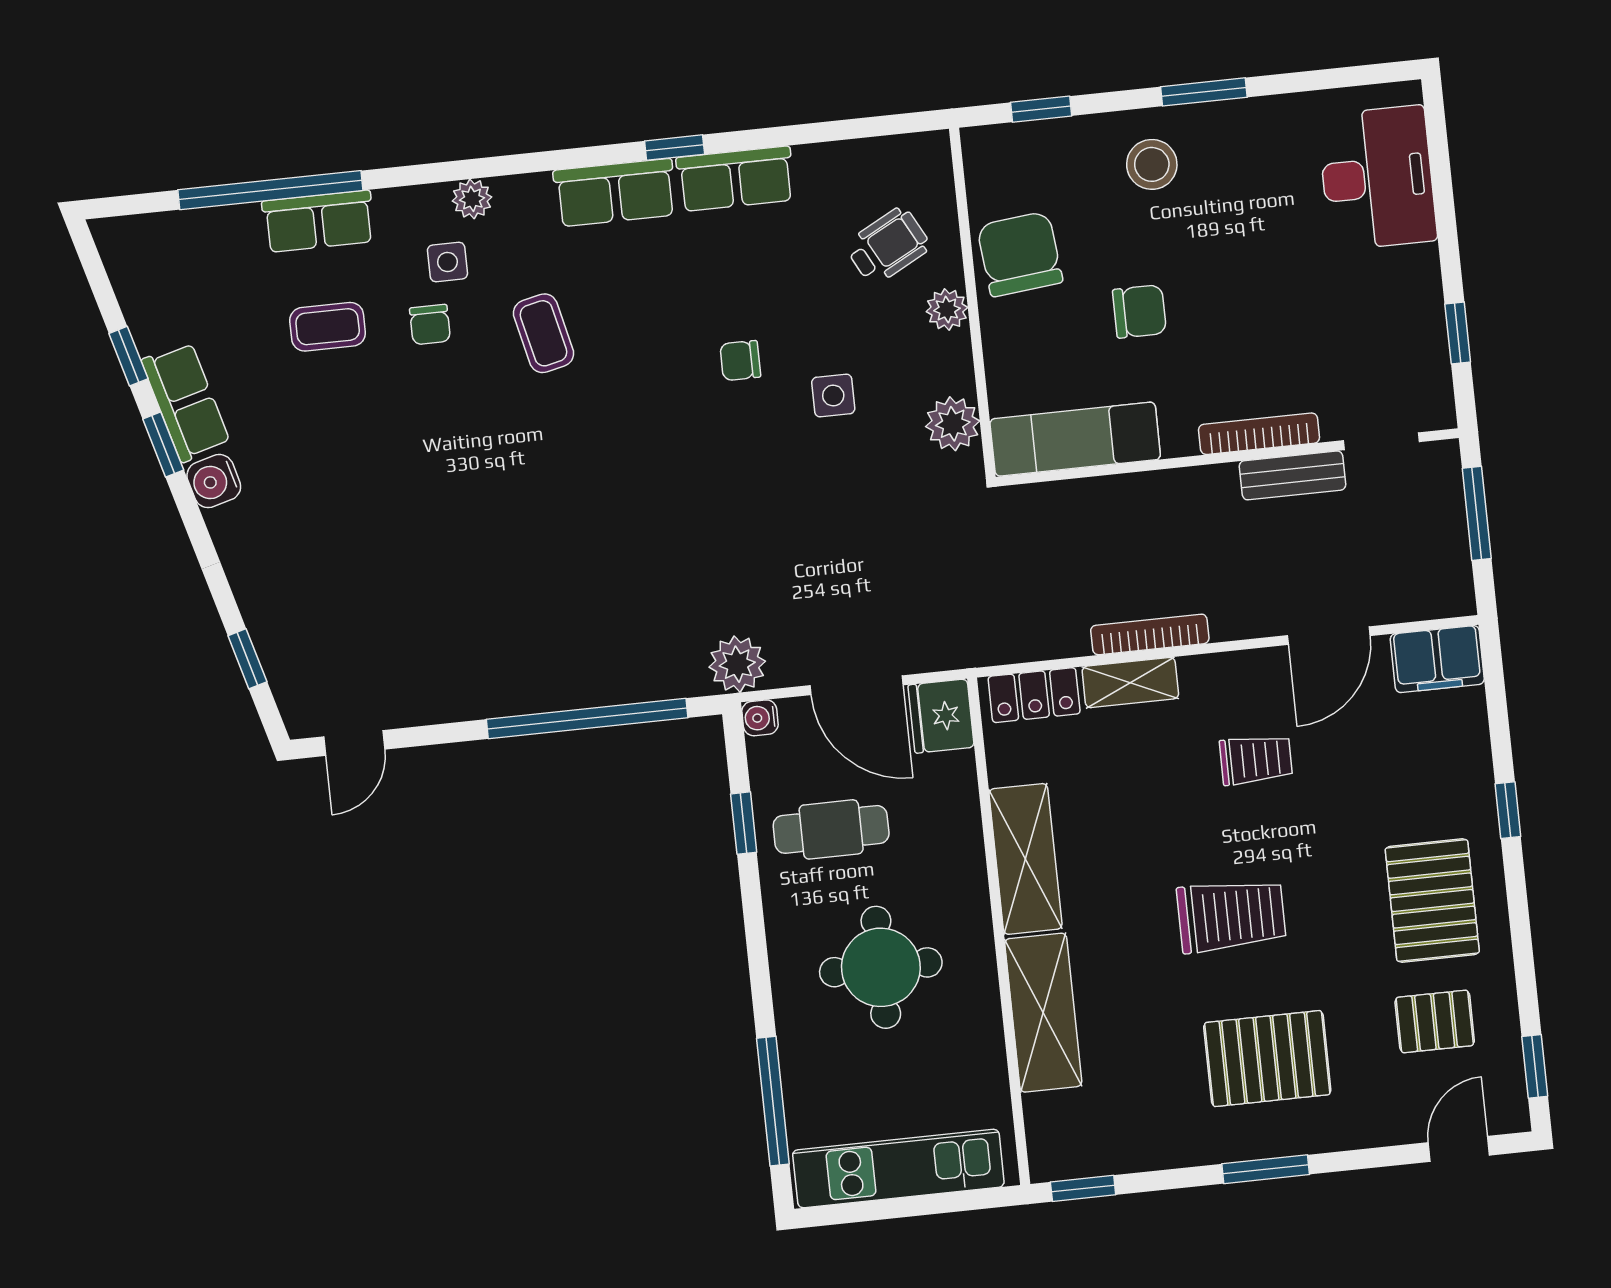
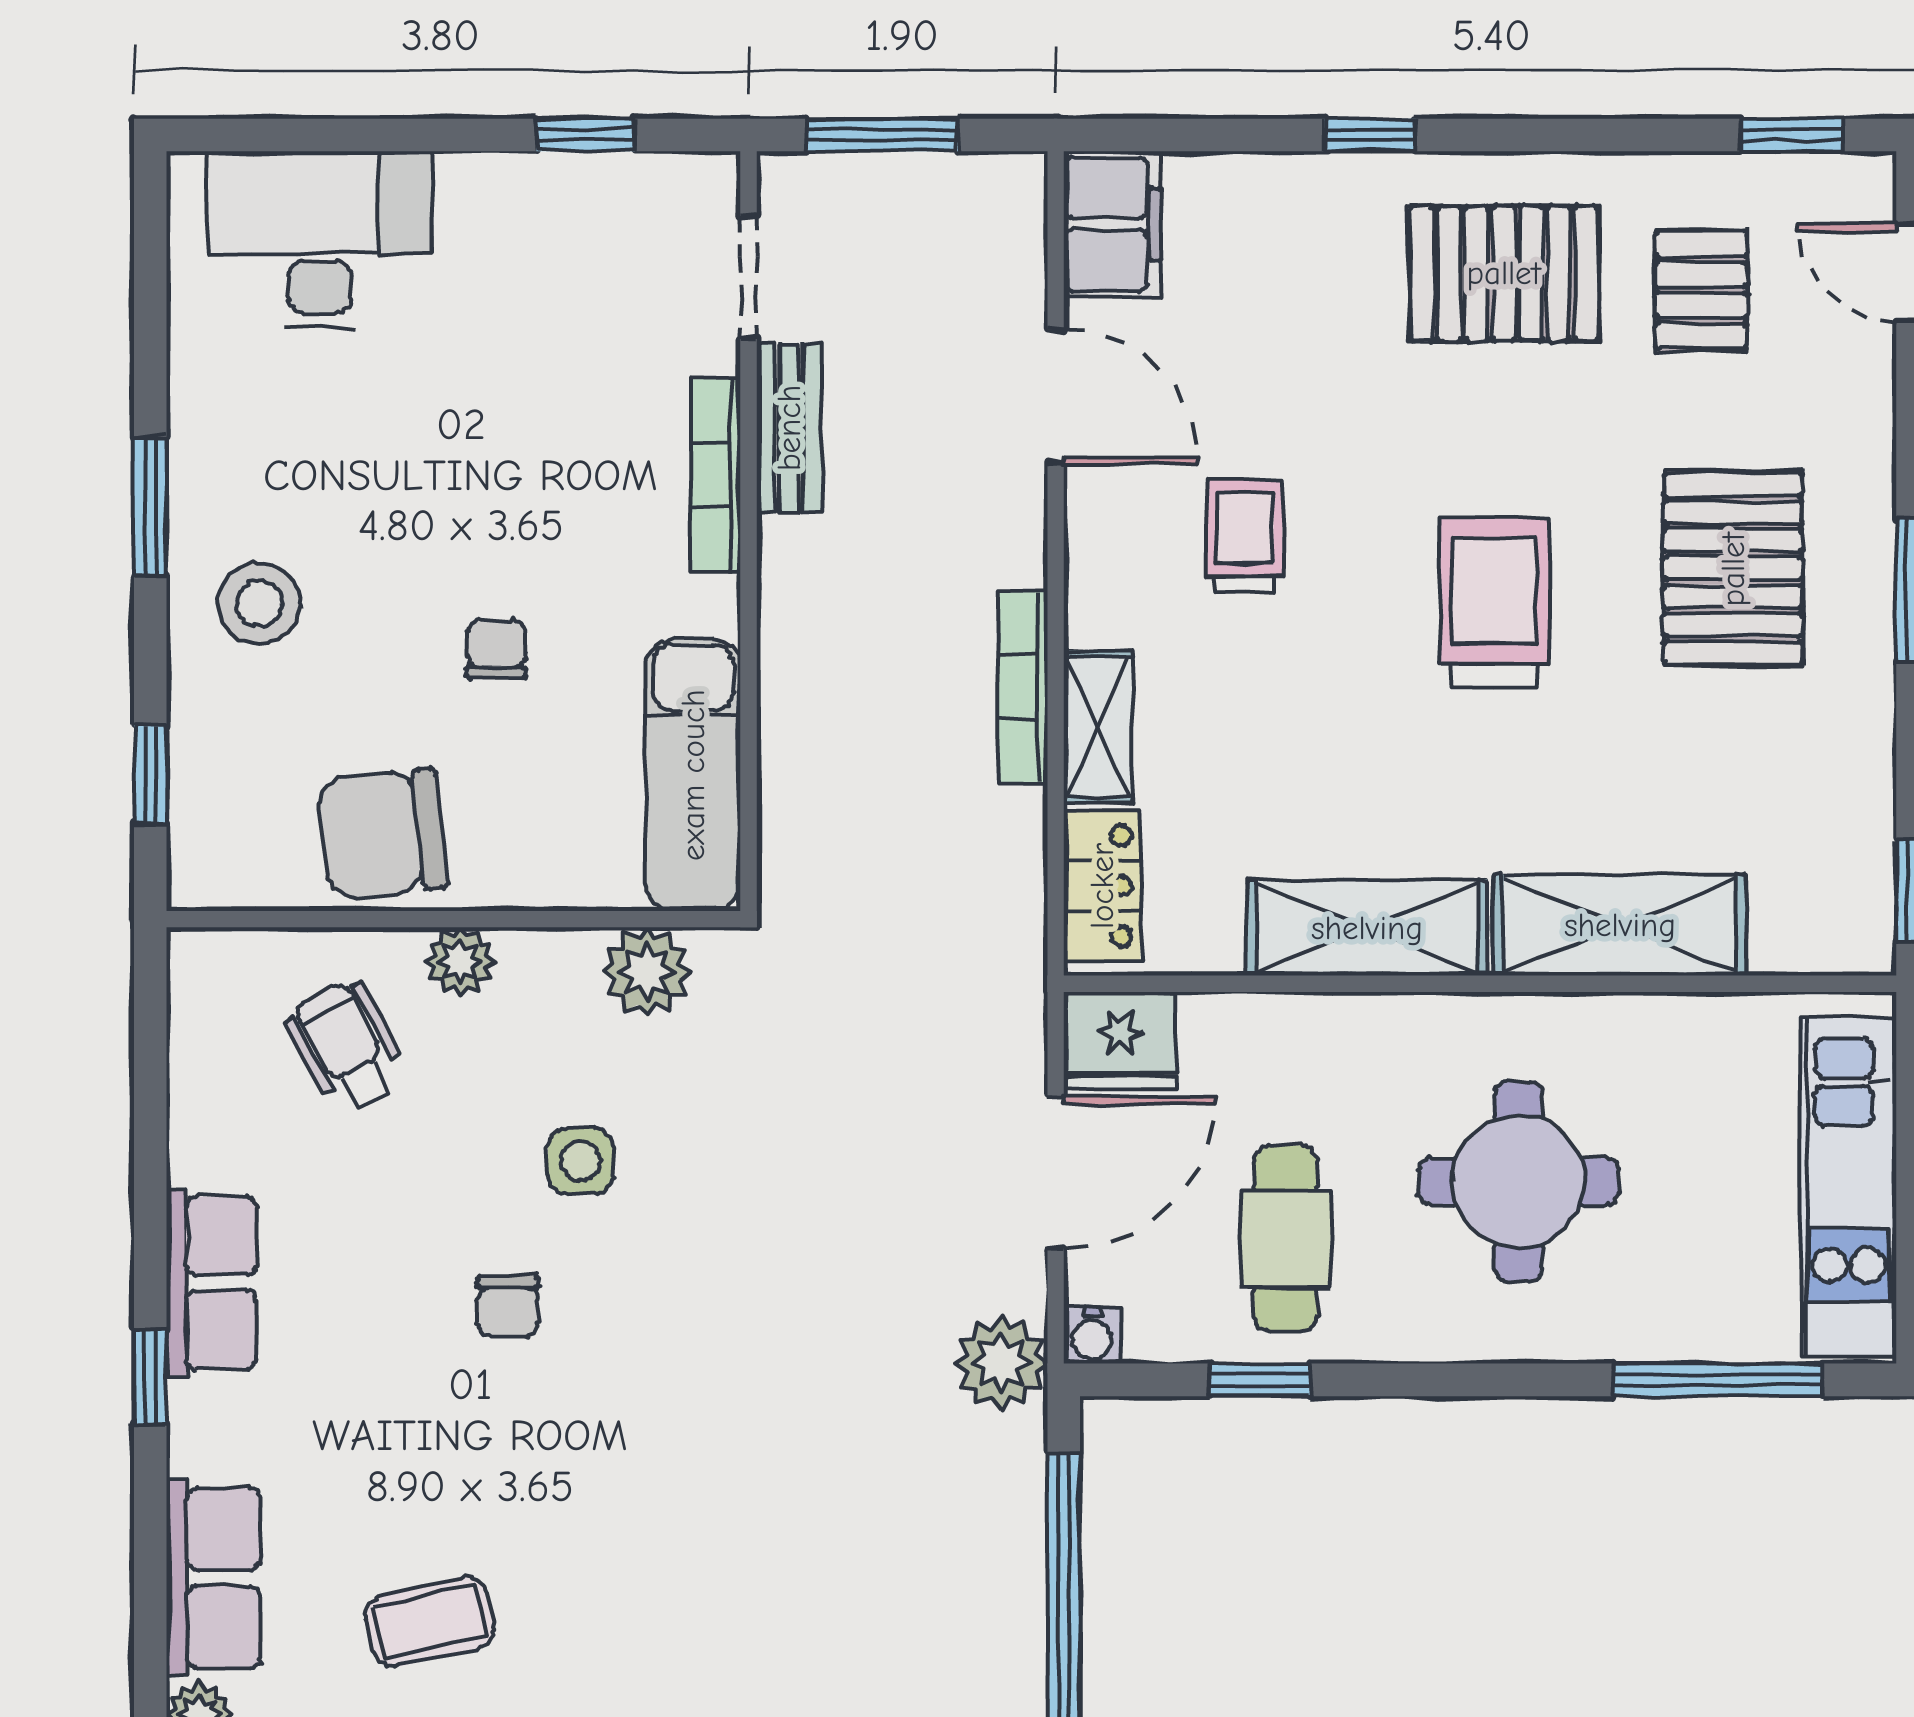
row of seats: (615, 193) -> (213, 1578), moved
chair: (1139, 311) -> (496, 649), width x0.73, depth x0.73

